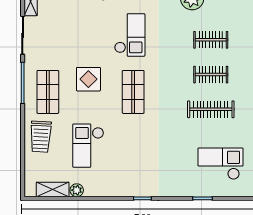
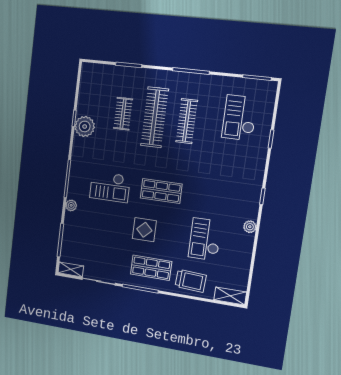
checkout: (130, 35) -> (110, 187), turned 180
clothes rail: (211, 75) -> (155, 117), width x1.86, depth x1.31
checkout: (88, 146) -> (205, 239), turned 90
shelving: (53, 189) -> (230, 296), moved, turned 90
plant: (77, 190) -> (250, 227), moved

